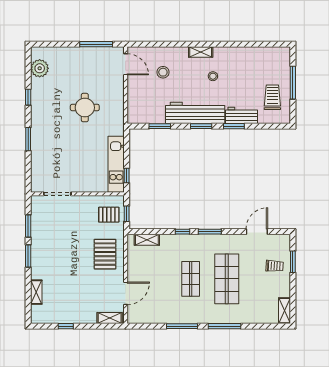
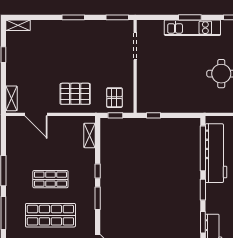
workbench: (195, 113) -> (216, 153), moved
window: (160, 126) -> (203, 148), width x2.11
kitchen unit: (116, 164) -> (192, 28), moved, turned 180
window: (28, 226) -> (117, 17), moved
shelving: (36, 292) -> (18, 25), moved

